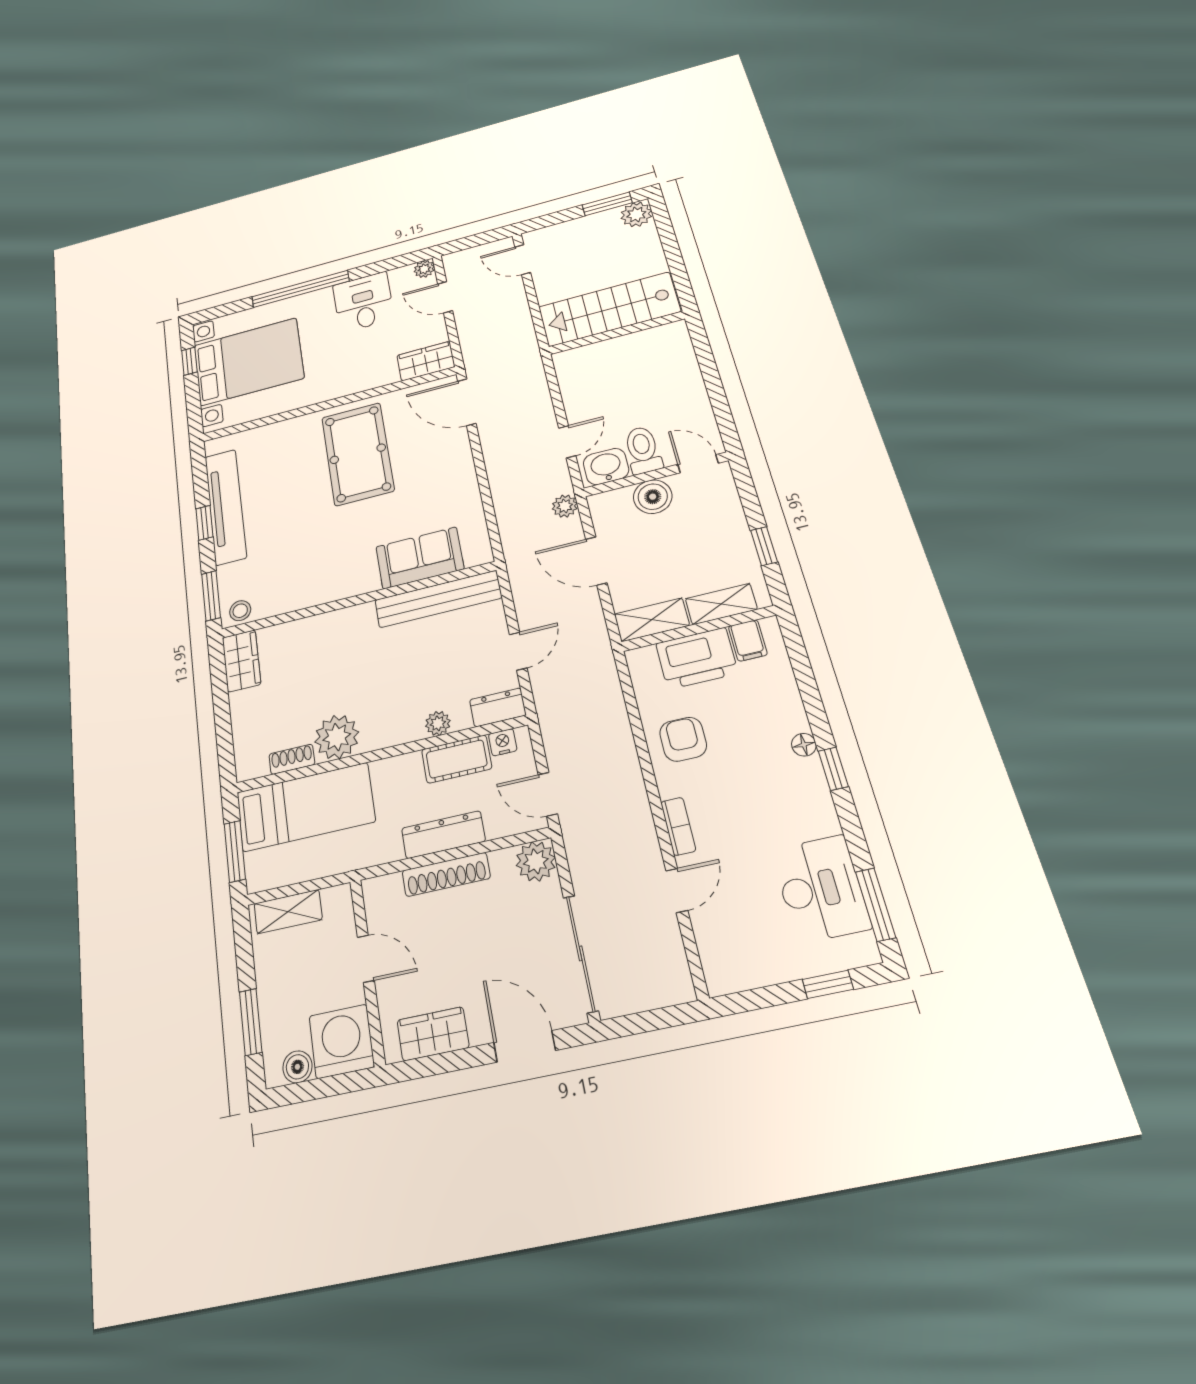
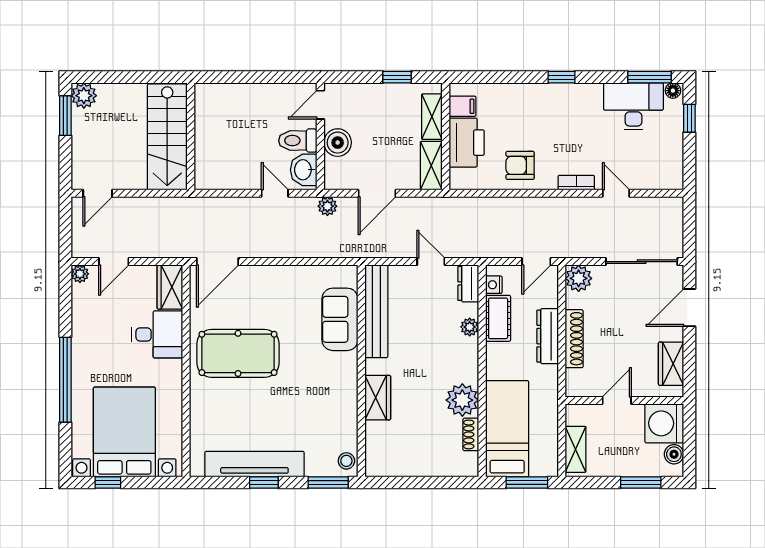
desk: (363, 302) -> (157, 334), moved, turned 180
wardrobe: (241, 661) -> (378, 398), moved, turned 90
floor lamp: (804, 745) -> (673, 91), moved

